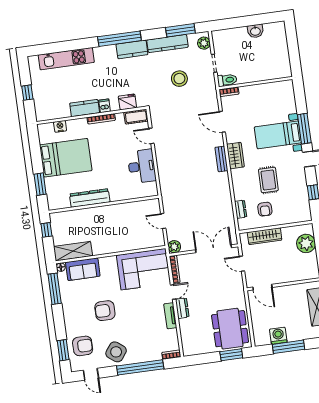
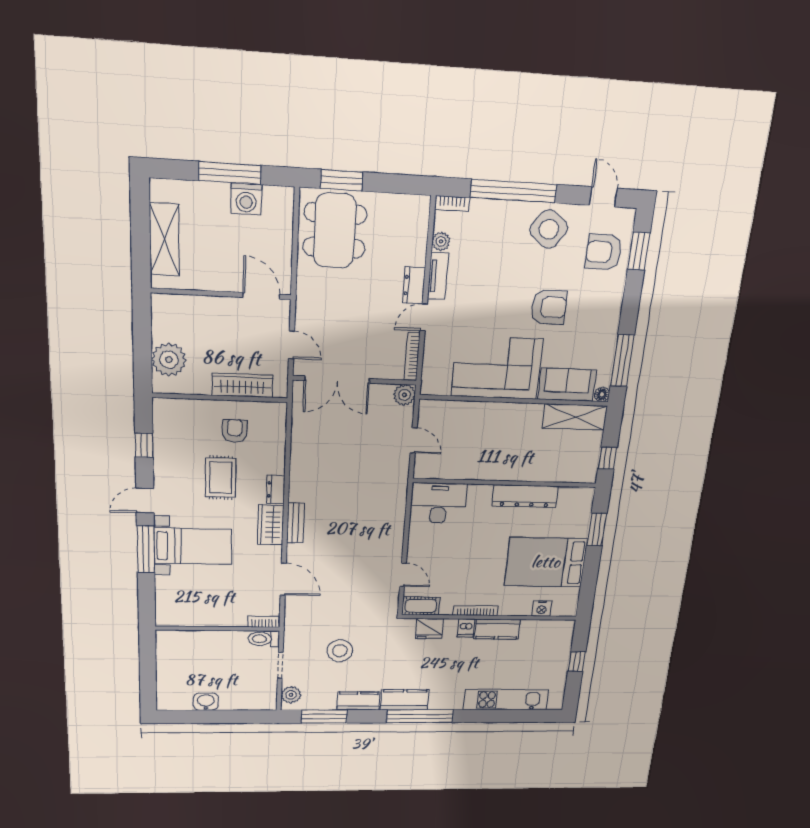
kitchen counter: (167, 44) -> (358, 701), width x0.67
desk: (142, 166) -> (439, 503), moved, turned 90
dresser: (241, 209) -> (276, 489), moved
corner sofa: (143, 269) -> (497, 368), moved
plant: (173, 334) -> (441, 241), added

